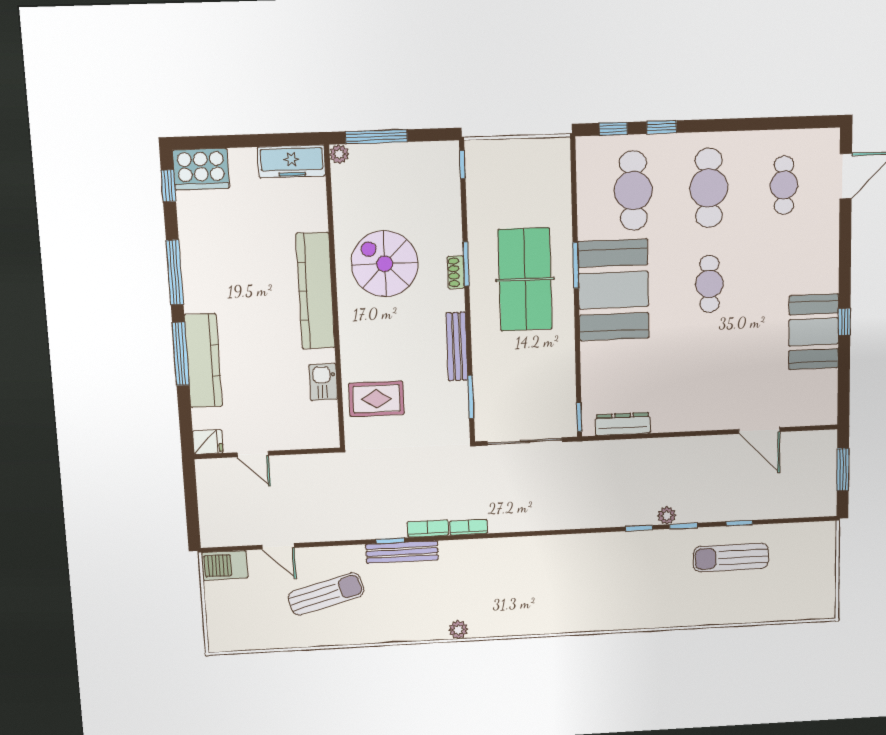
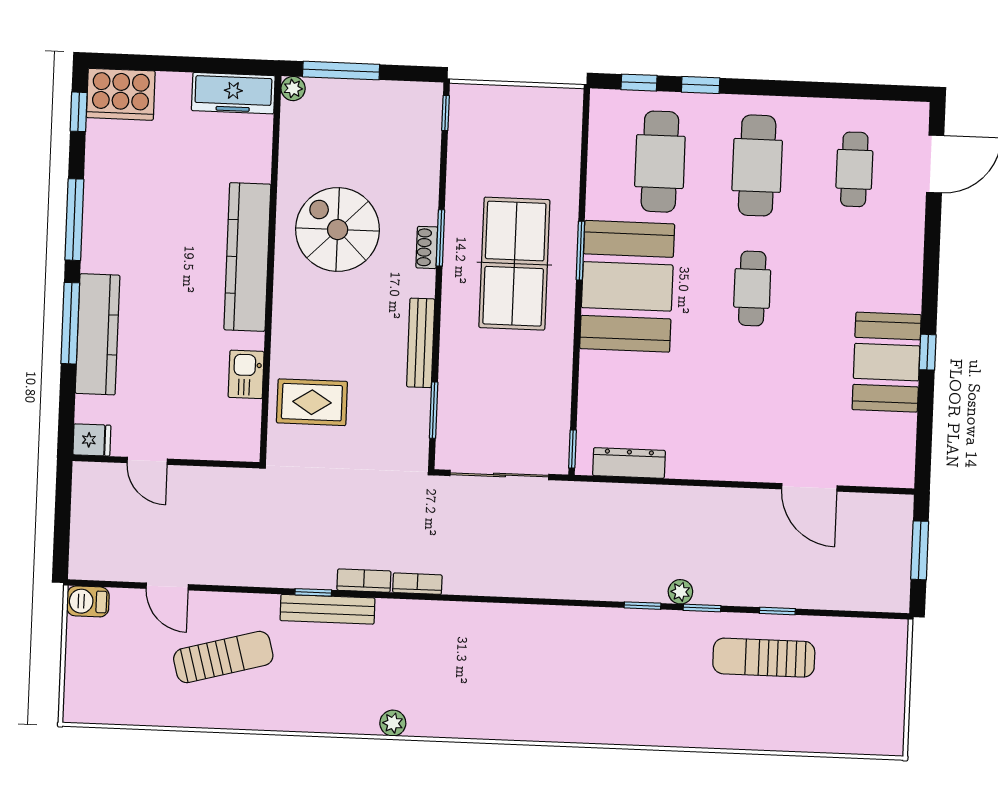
barbecue: (225, 565) -> (88, 601), width x0.73, depth x0.79

